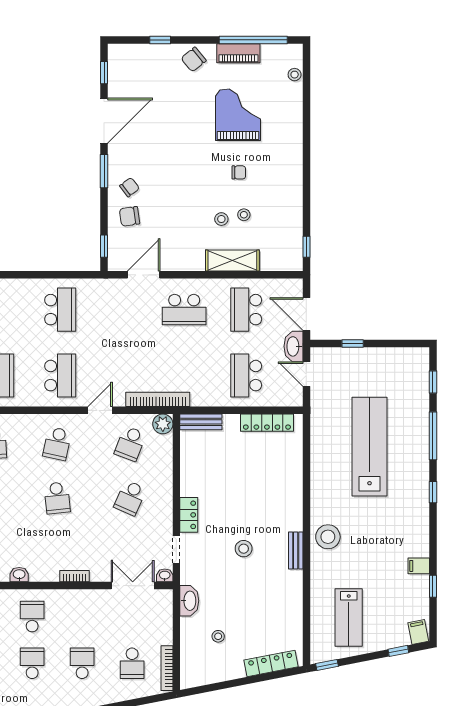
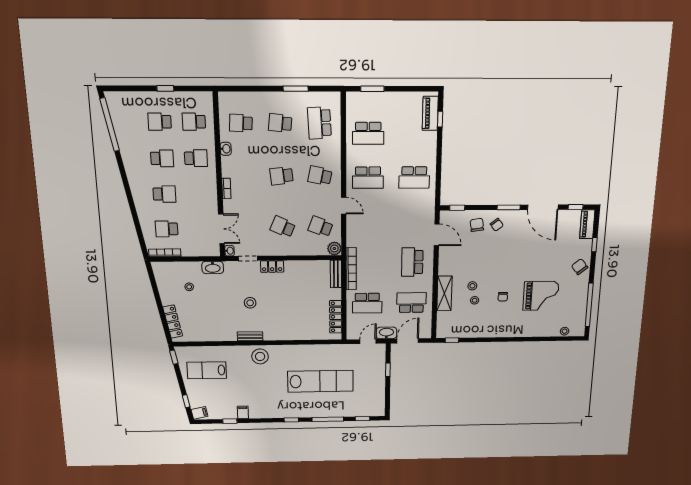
piano: (238, 53) -> (587, 224), moved
school desk: (246, 376) -> (367, 303), turned 180
bookcase: (158, 399) -> (351, 269), moved

